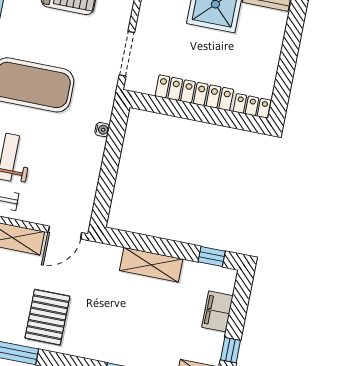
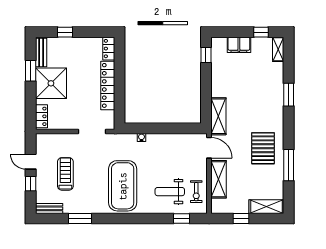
window: (291, 42) -> (65, 32), added
shelving: (151, 265) -> (218, 116), moved
pallet: (47, 317) -> (263, 148), turned 90

